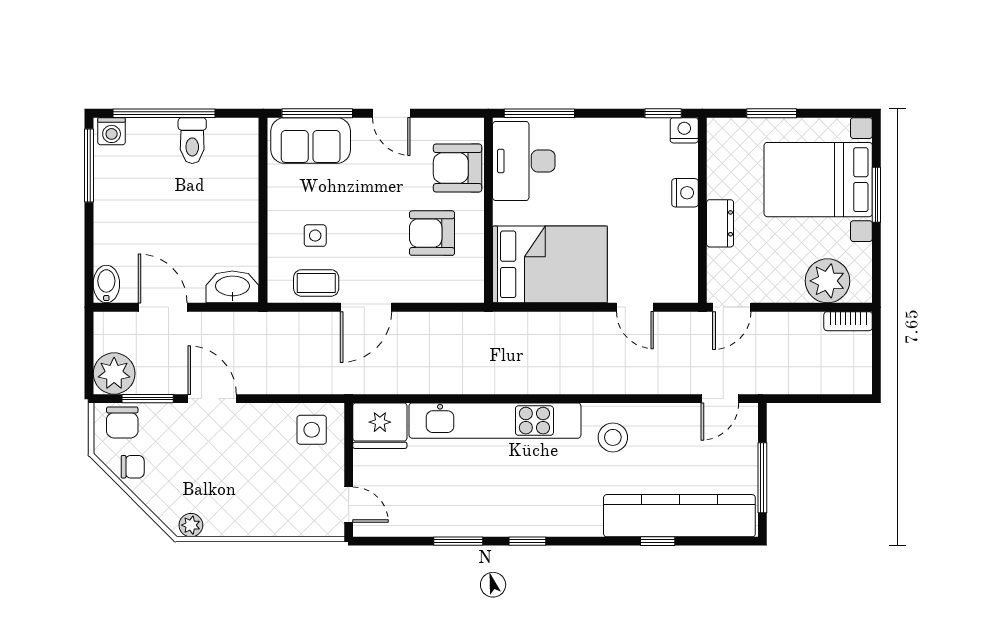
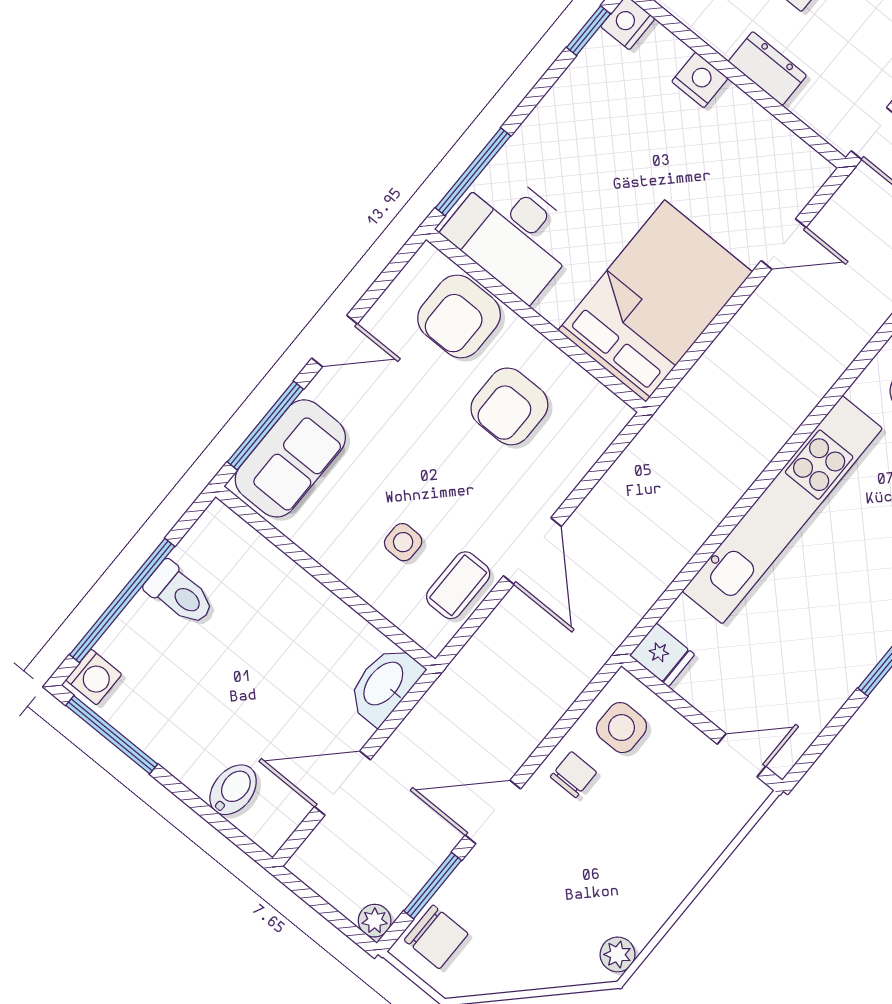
bidet: (106, 284) -> (233, 790), moved, turned 90
plant: (114, 374) -> (375, 921), width x0.53, depth x0.53
fridge: (380, 426) -> (662, 655), width x0.53, depth x0.75
chair: (133, 467) -> (573, 775), moved

